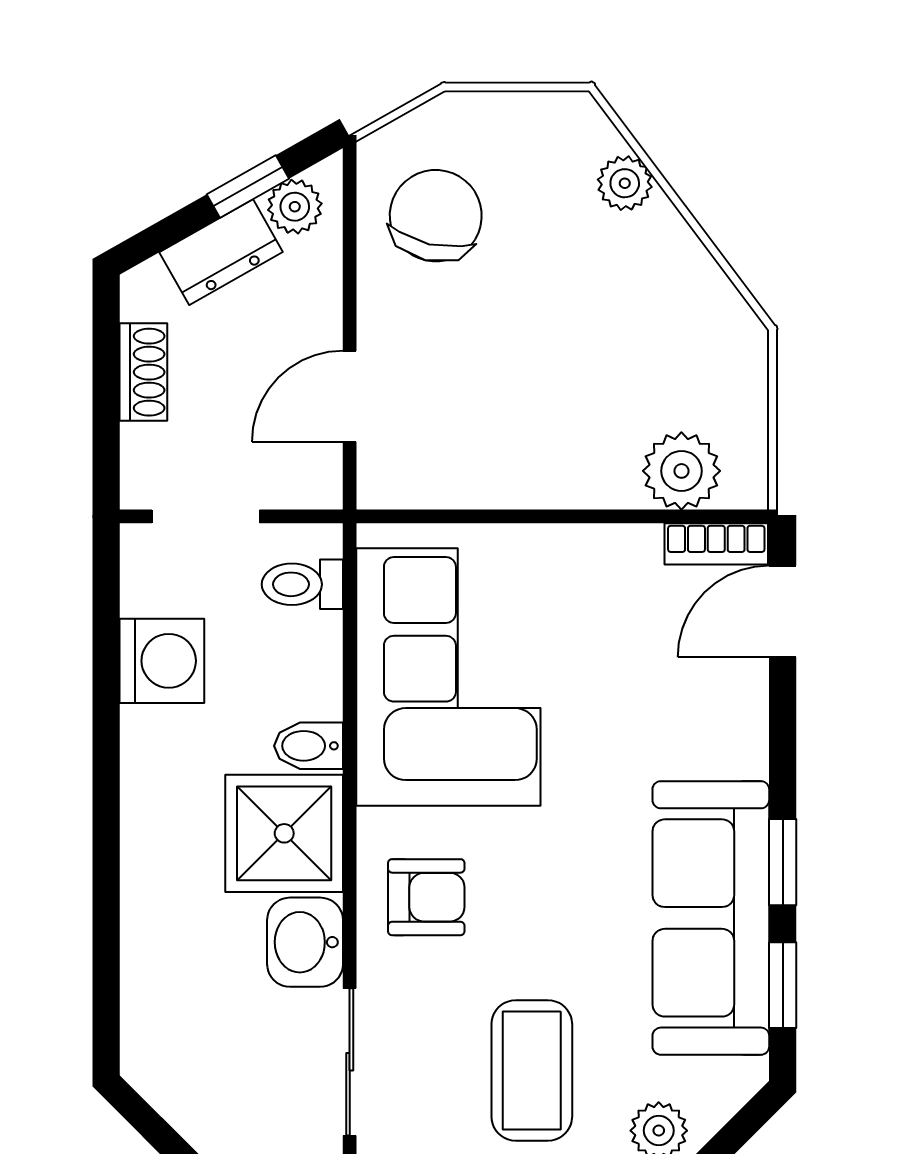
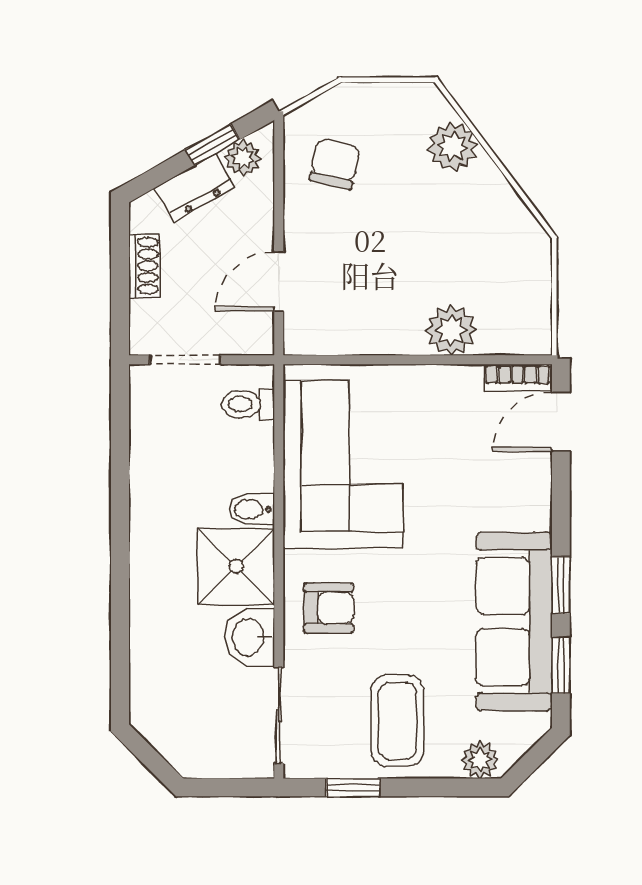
plant: (625, 183) -> (453, 147), width x1.38, depth x1.38
chair: (436, 216) -> (335, 164), width x0.73, depth x0.73
plant: (681, 471) -> (451, 330), moved
washing machine: (162, 661) -> (156, 454), removed

